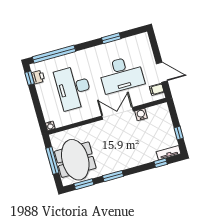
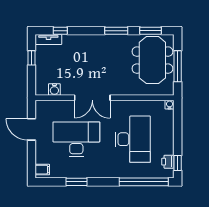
filing cabinet: (157, 89) -> (42, 170), moved
water cooler: (141, 115) -> (54, 90), moved

